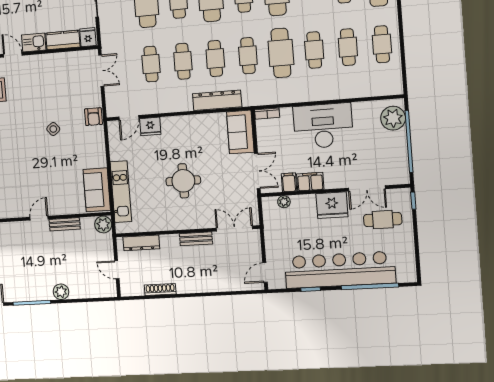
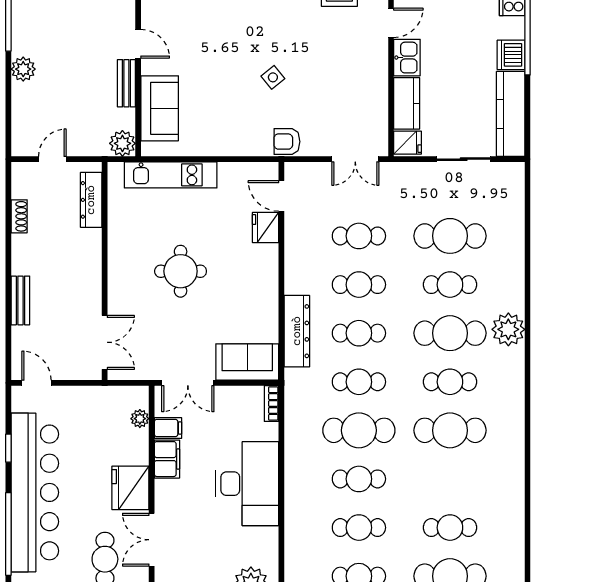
sofa: (97, 190) -> (160, 108), moved, turned 90
bench: (196, 239) -> (20, 300), moved
shoe rack: (160, 289) -> (19, 216), width x0.70

